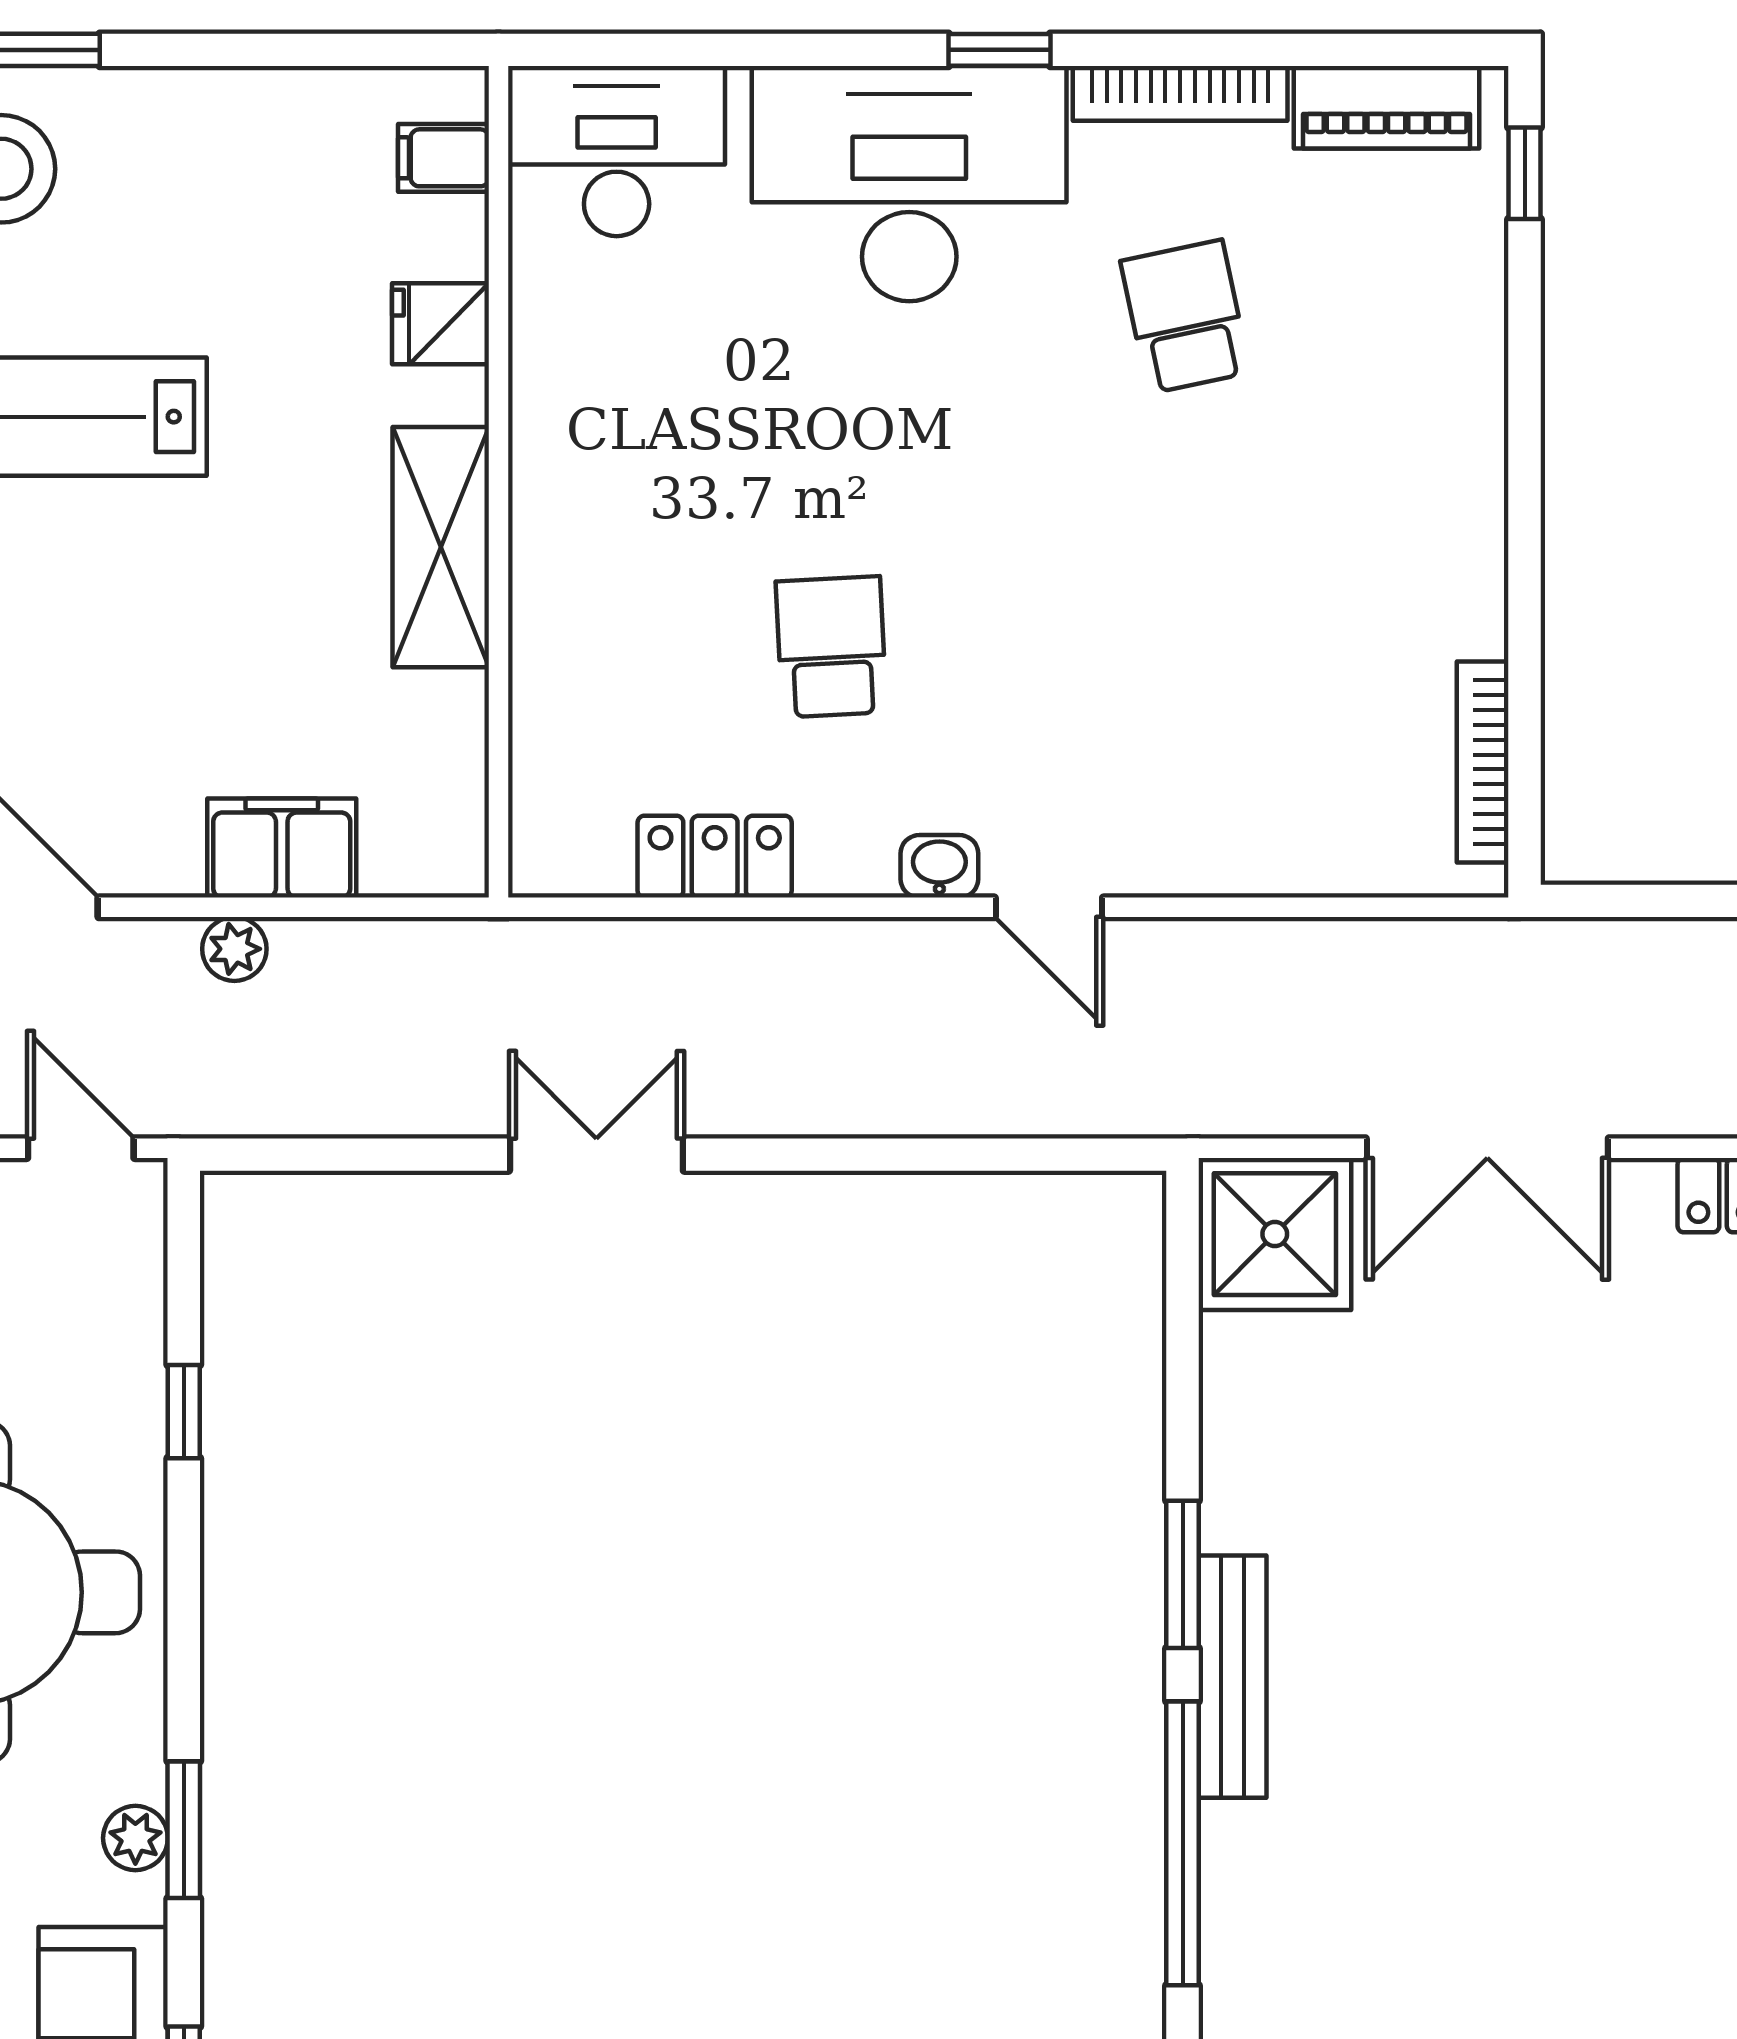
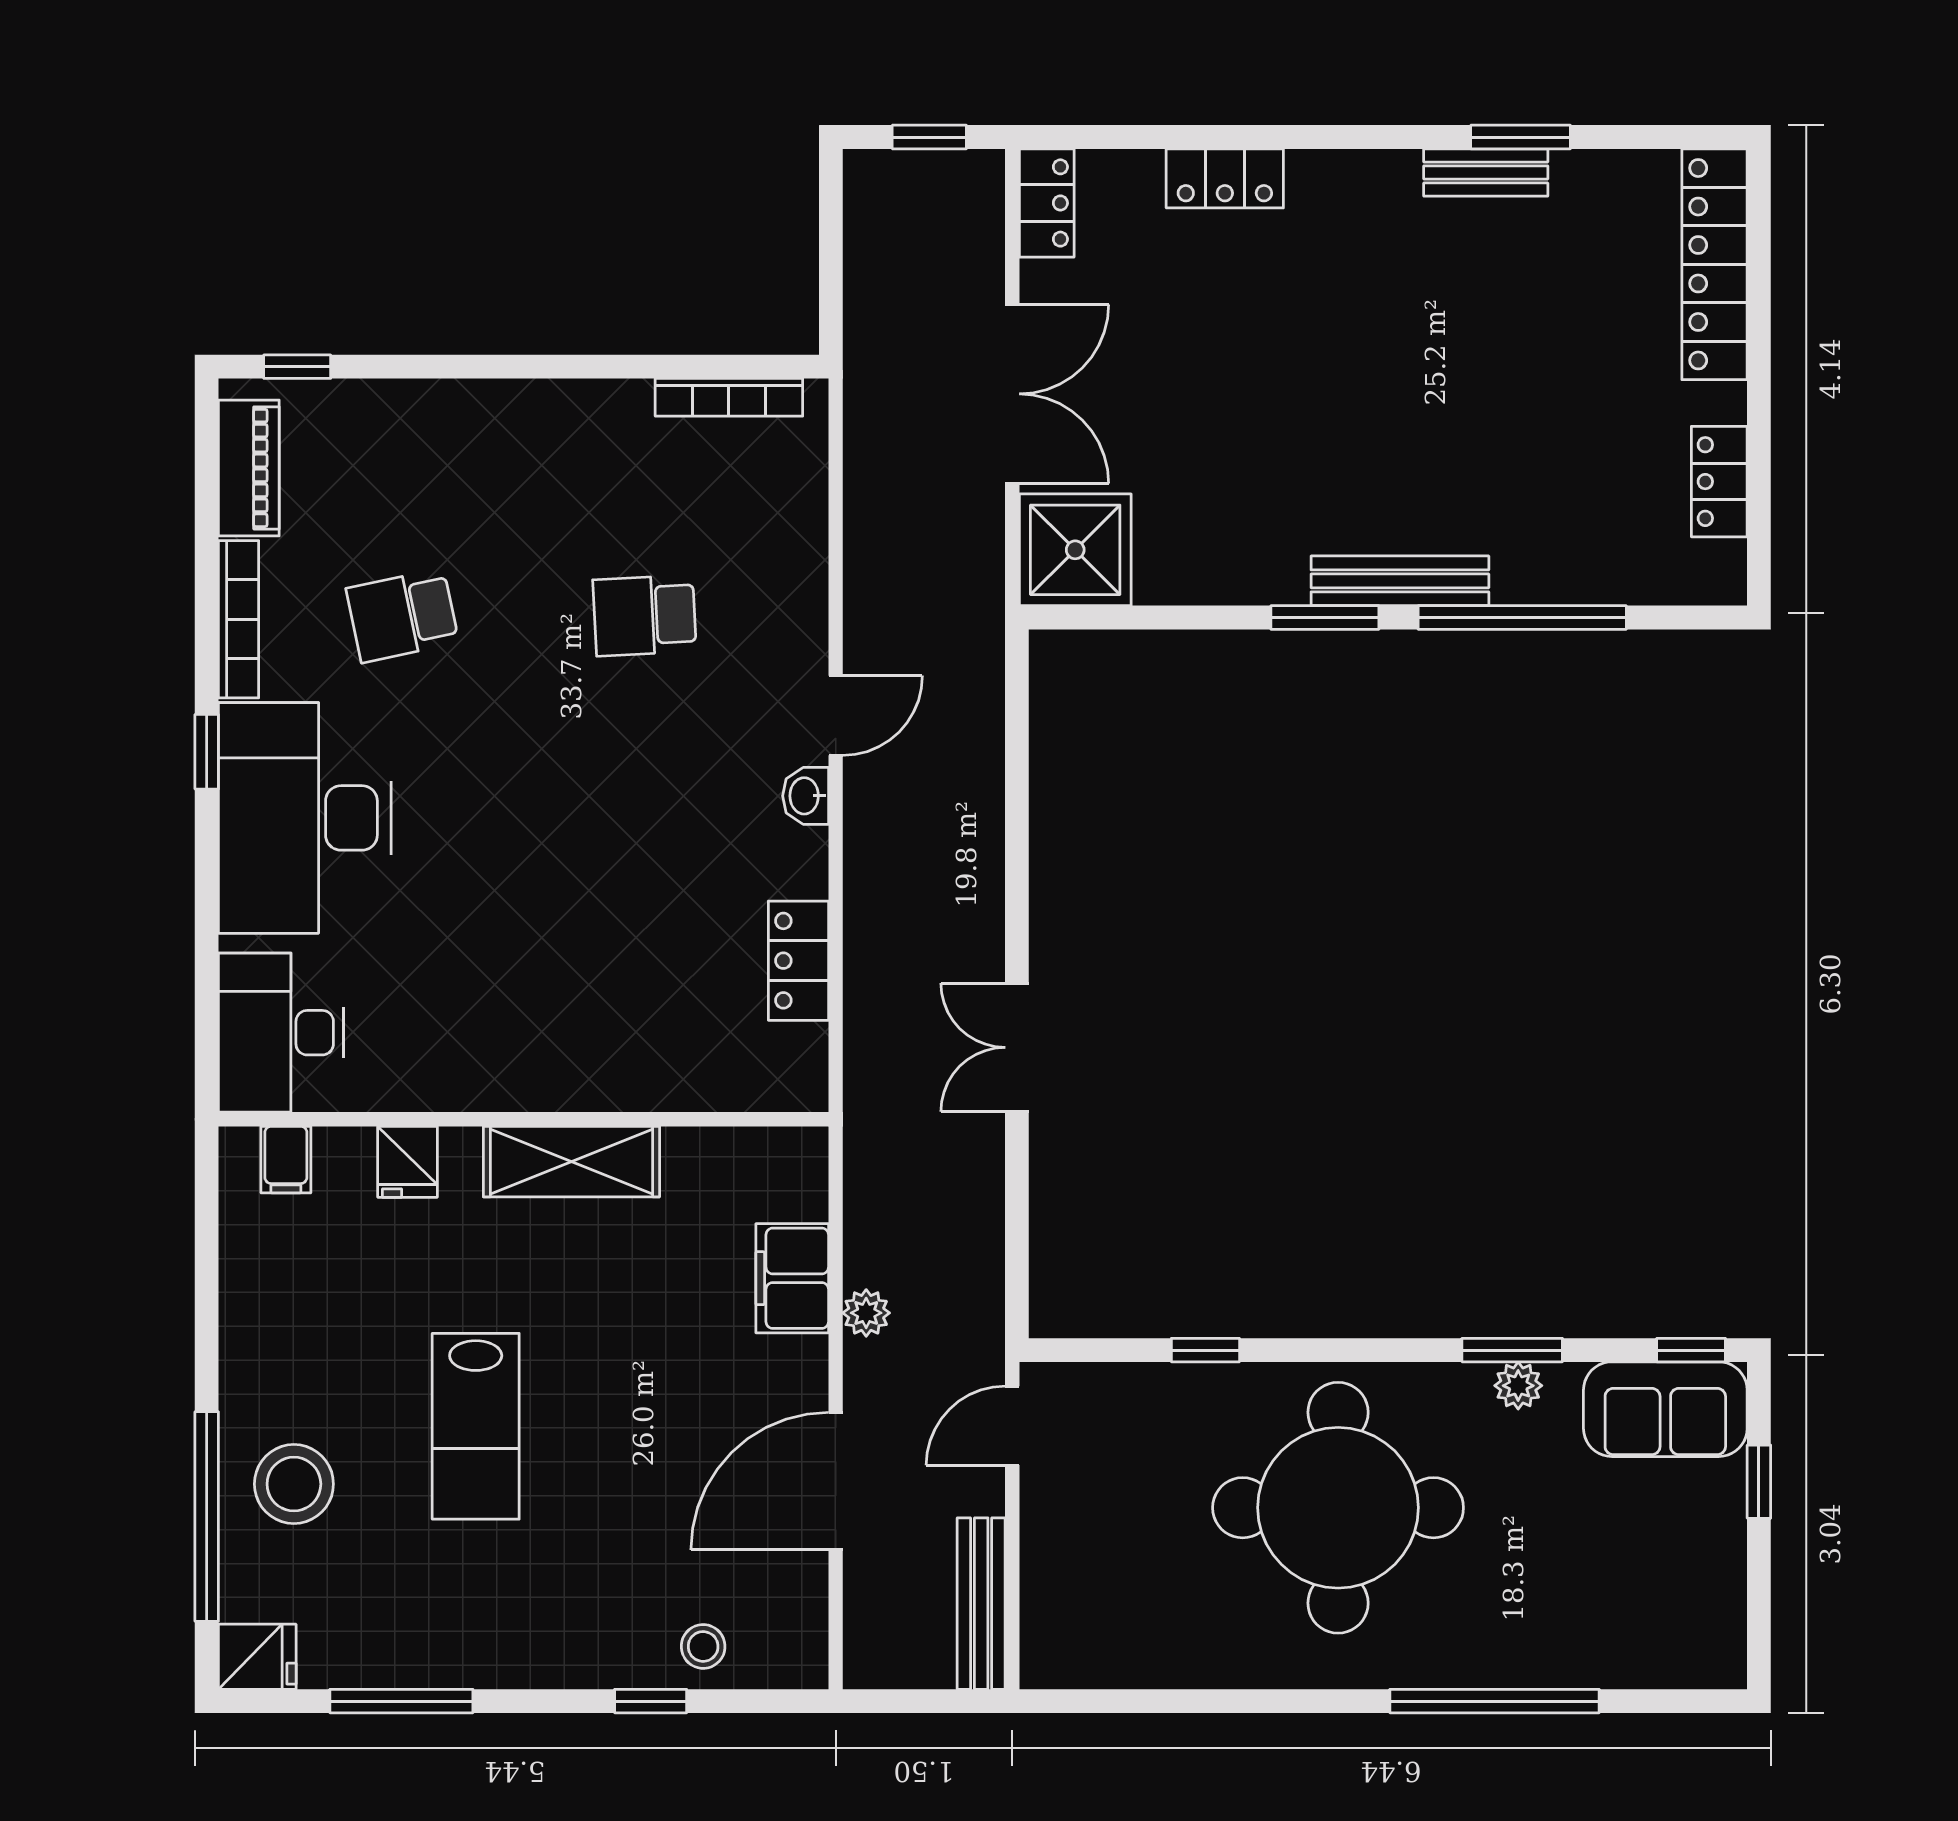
school desk: (831, 647) -> (645, 615), moved

